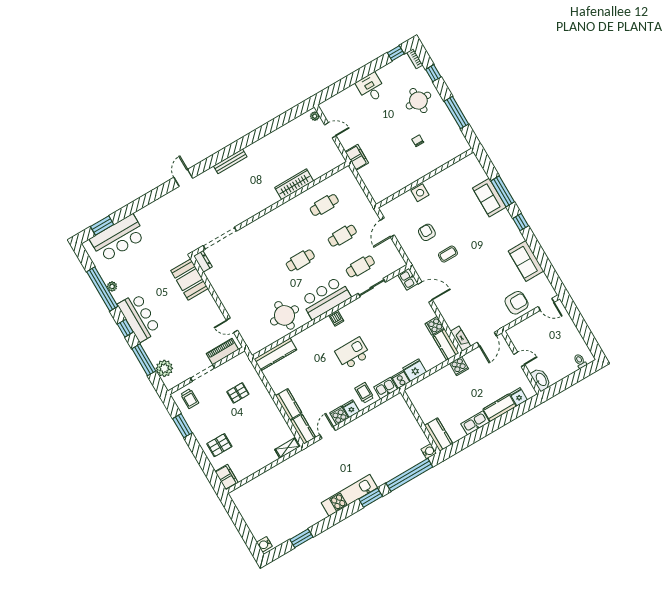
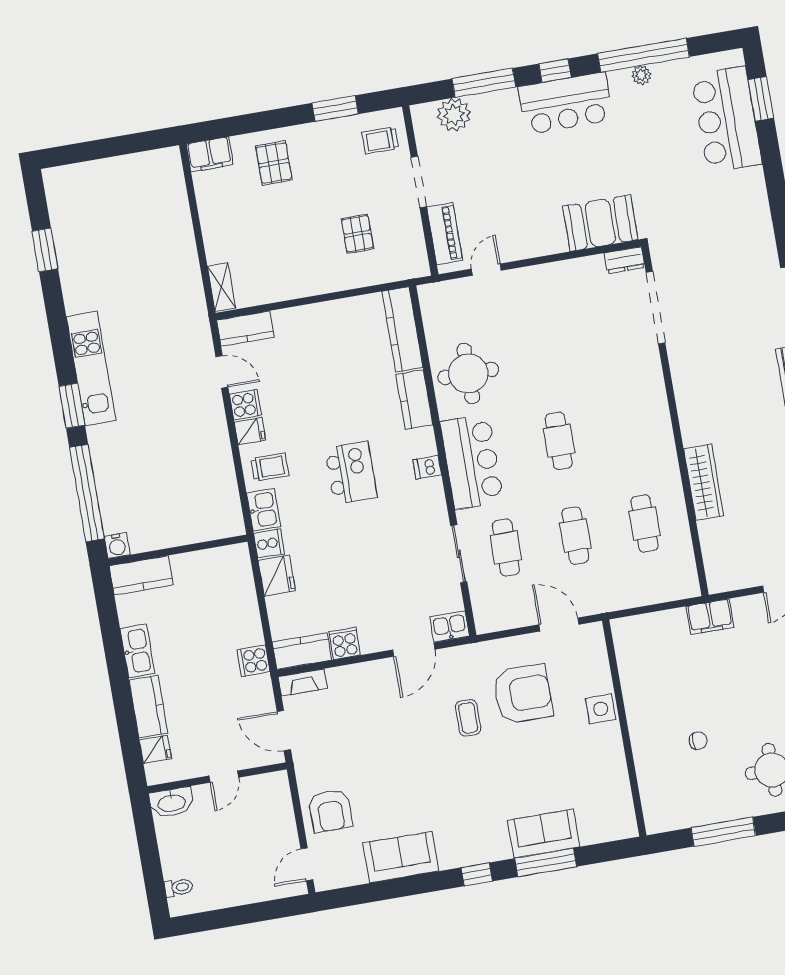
armchair: (427, 232) -> (523, 694), width x1.88, depth x1.88
kitchen counter: (289, 404) -> (414, 399), moved, turned 90
water cooler: (264, 544) -> (59, 177), removed

